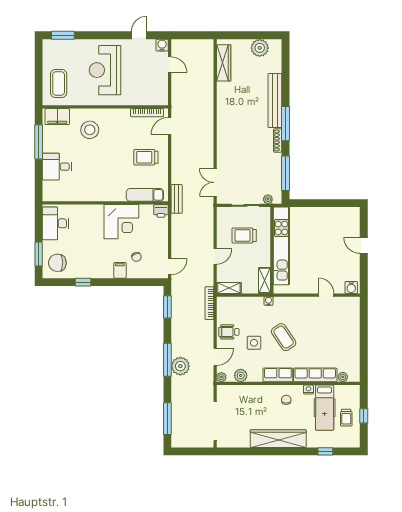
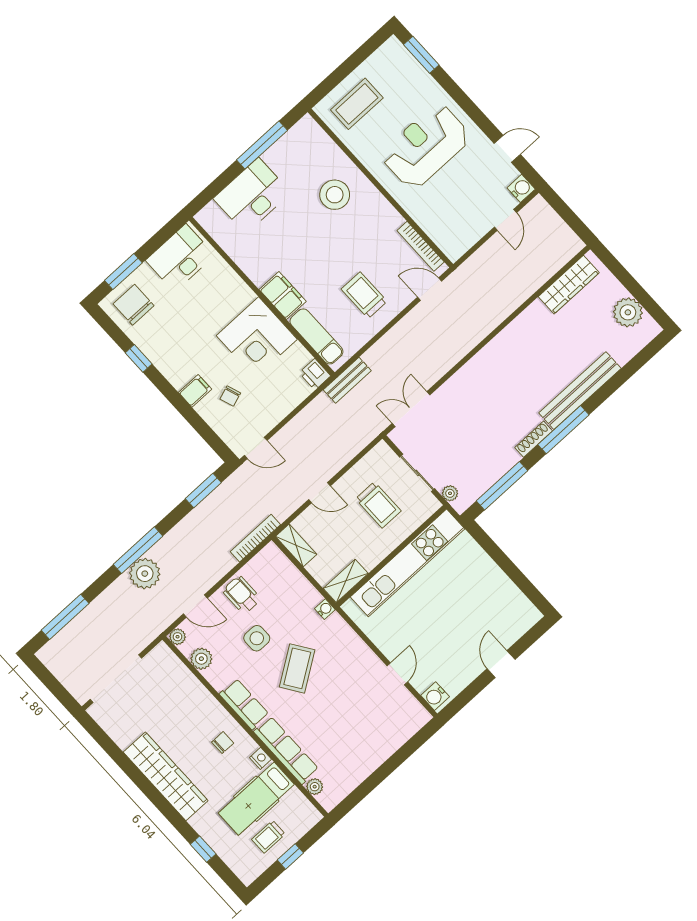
filing cabinet: (57, 117) -> (283, 295), moved, turned 180
desk: (57, 167) -> (252, 196), width x1.37
trolley: (244, 235) -> (378, 505), turned 180

